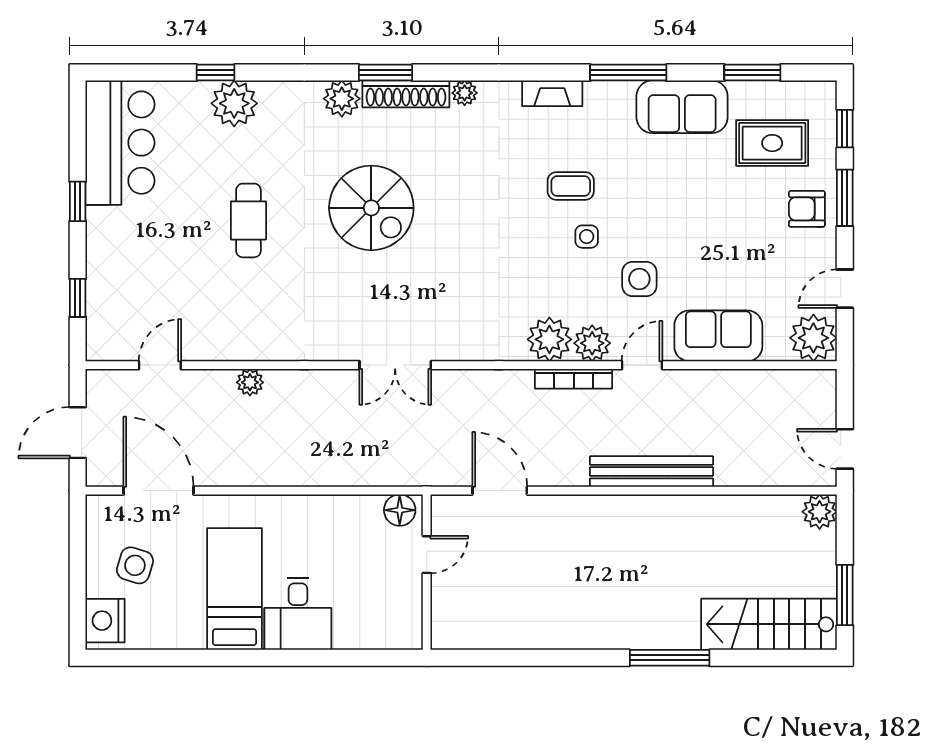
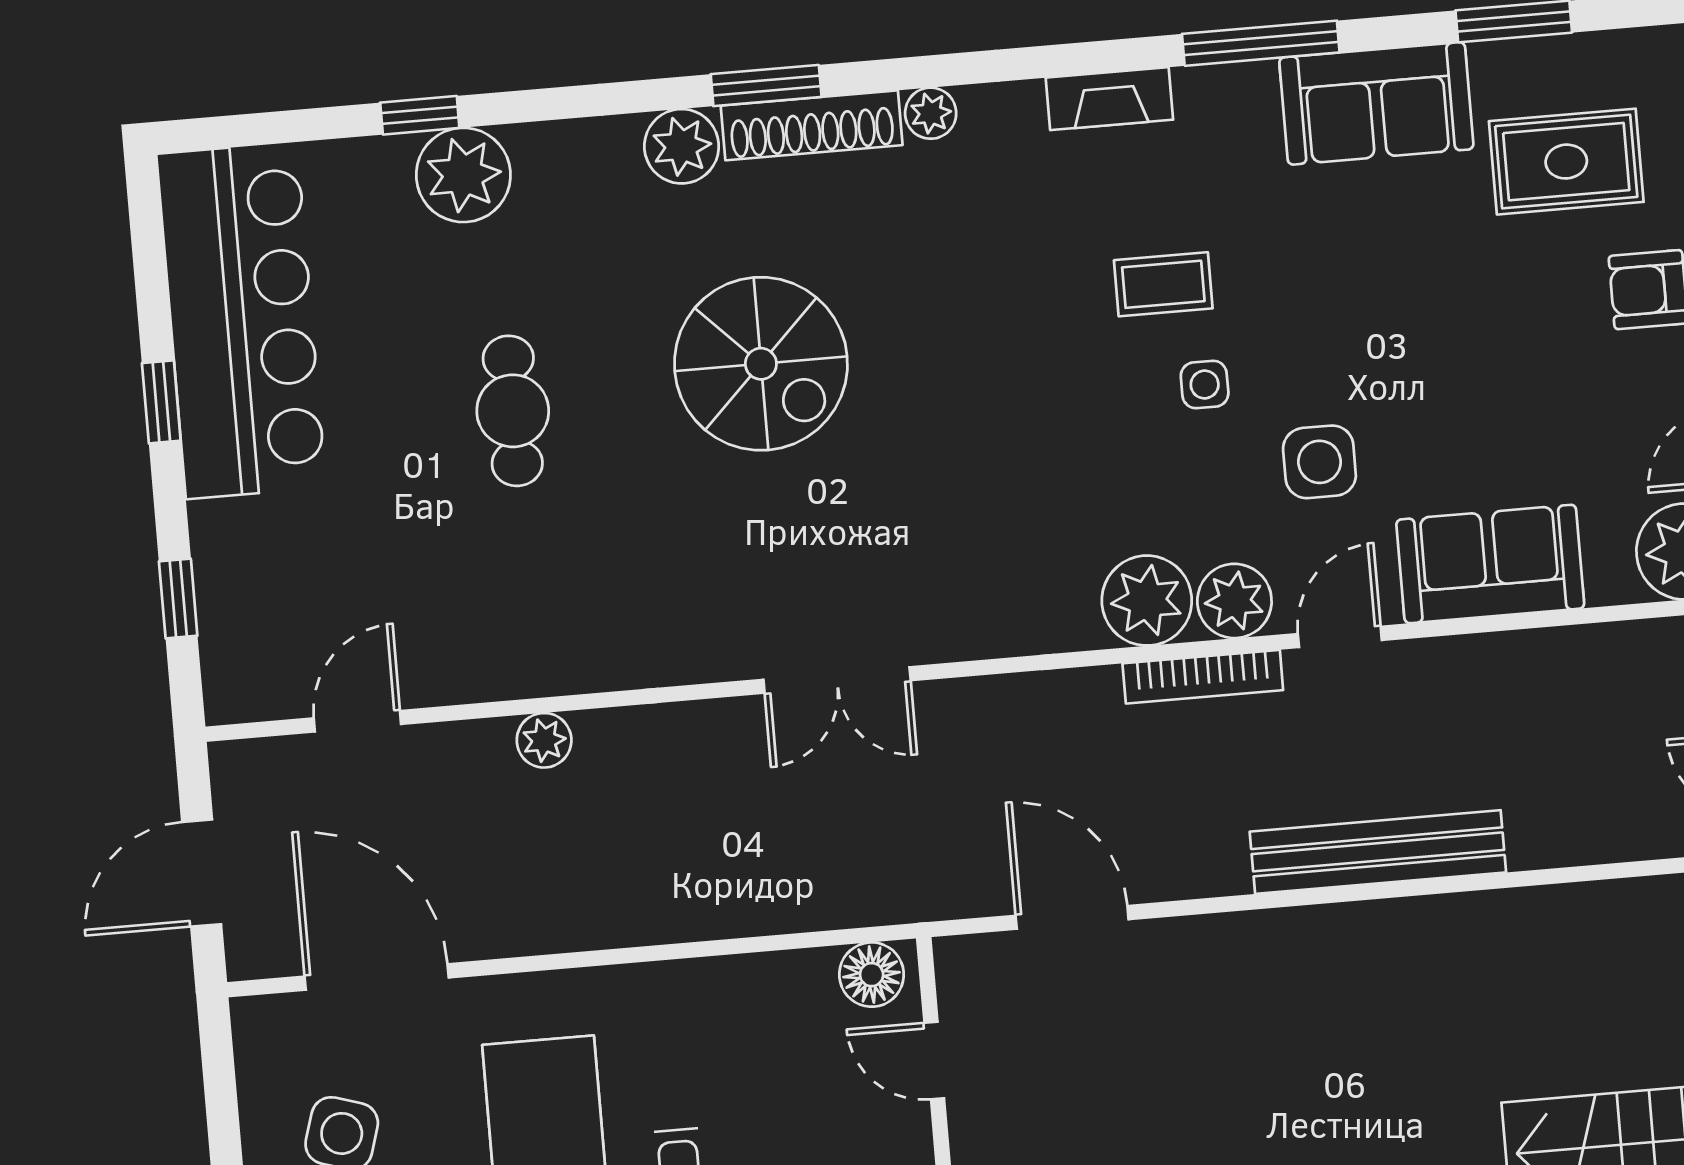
bar counter: (120, 143) -> (241, 321), width x1.36
door: (427, 555) -> (934, 1060), swing flipped

